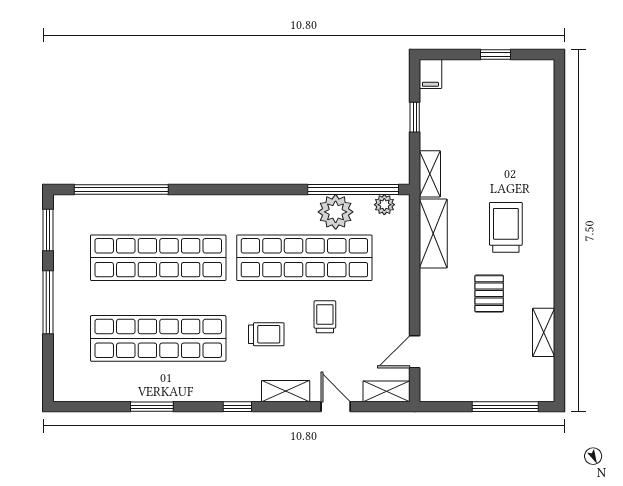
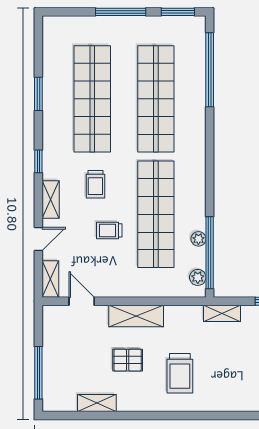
plant: (336, 212) -> (198, 239), width x0.53, depth x0.53
trolley: (506, 227) -> (180, 373), turned 90
shelving: (433, 234) -> (136, 316), moved
trolley: (325, 317) -> (109, 230), turned 180

